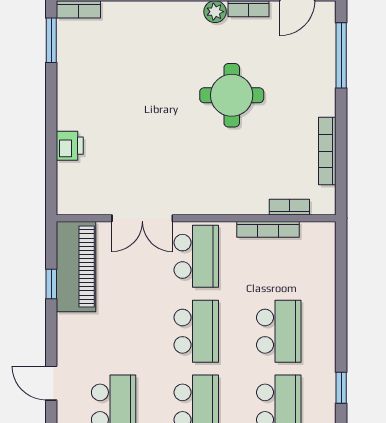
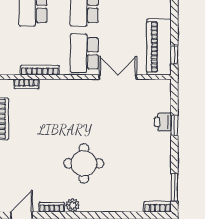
round table: (232, 95) -> (84, 163), moved
window: (51, 140) -> (174, 125), added
window: (51, 284) -> (174, 55), moved

